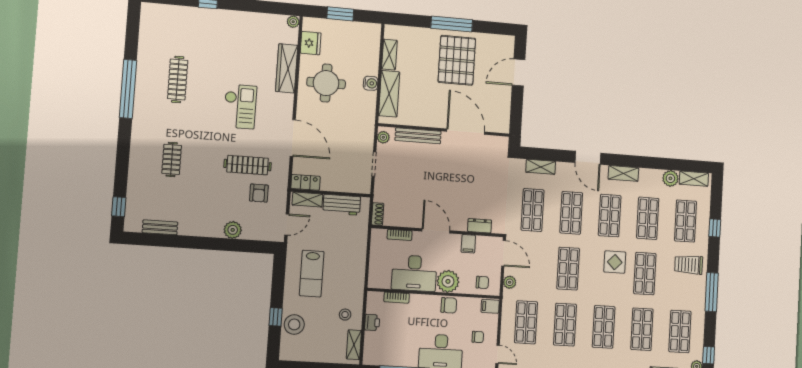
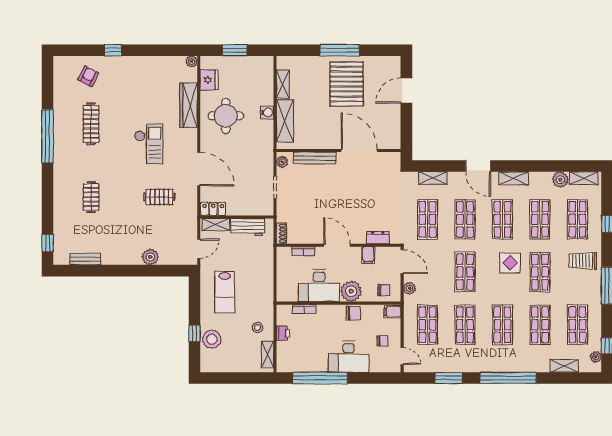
clothes rail: (248, 165) -> (159, 197), width x0.73
armchair: (259, 193) -> (88, 76), moved, turned -153

